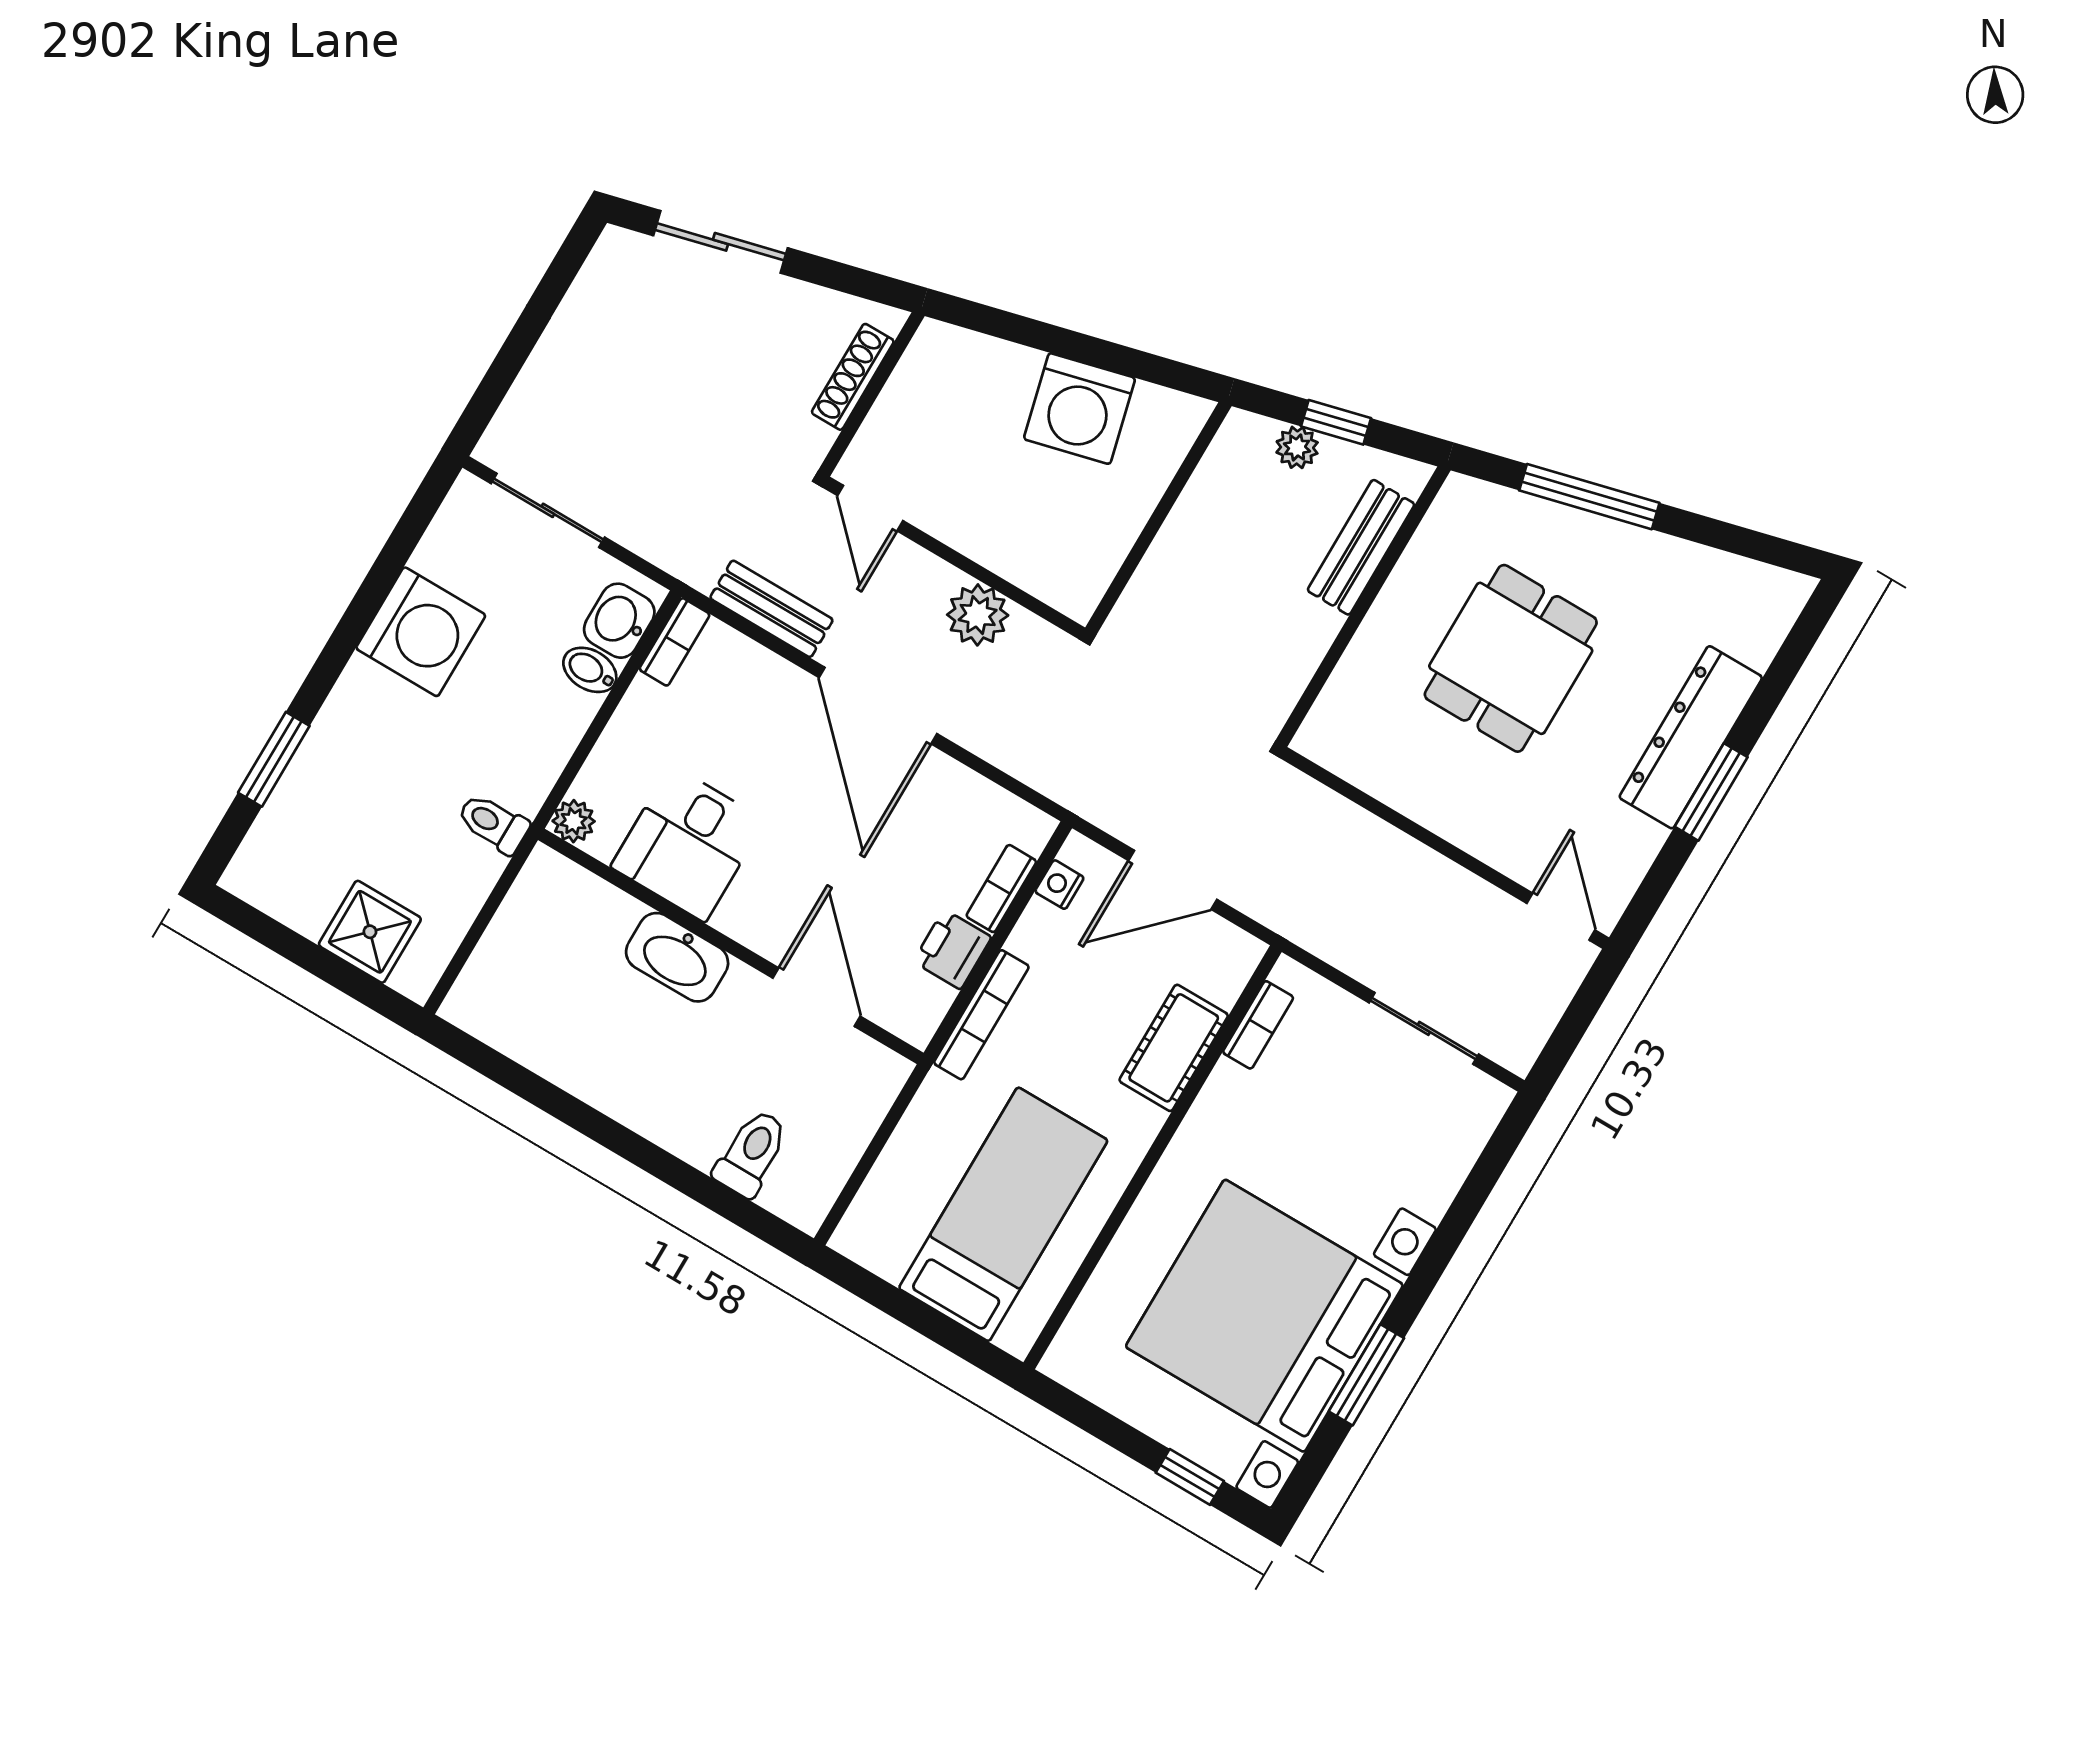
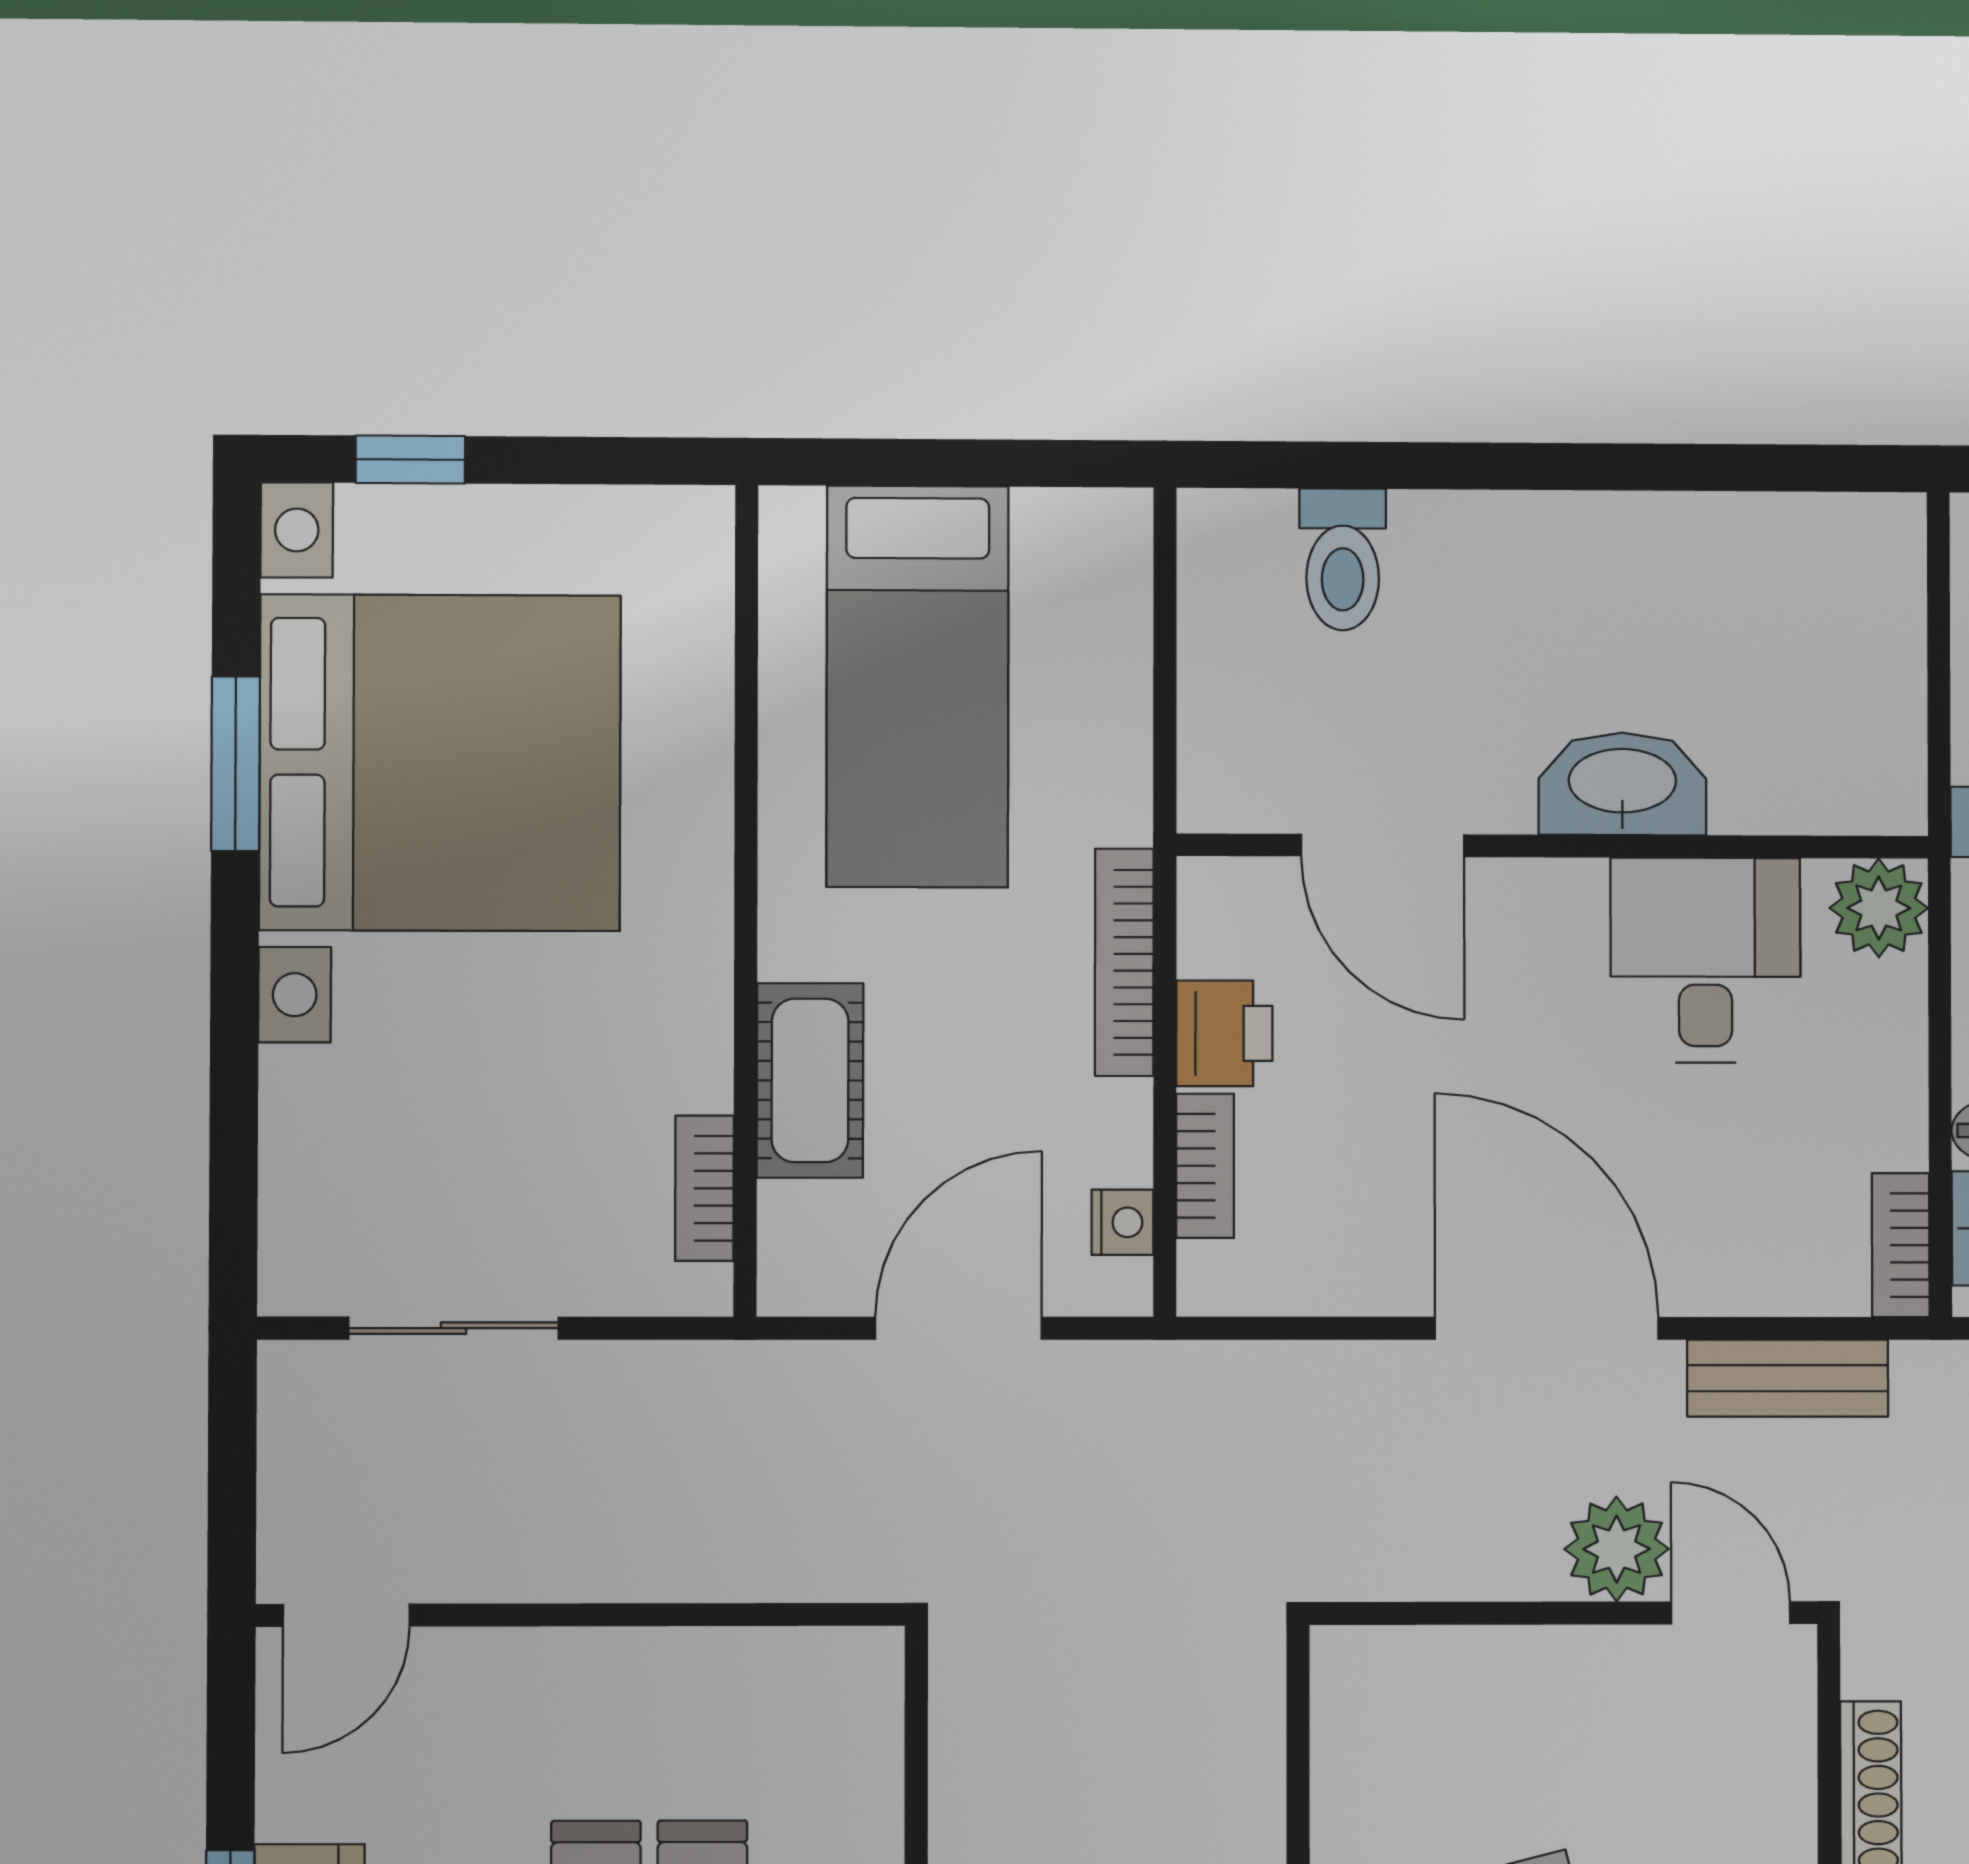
plant: (978, 615) -> (1617, 1549), moved
plant: (574, 821) -> (1879, 908), width x1.38, depth x1.38
door: (1561, 917) -> (346, 1615), hinge flipped

